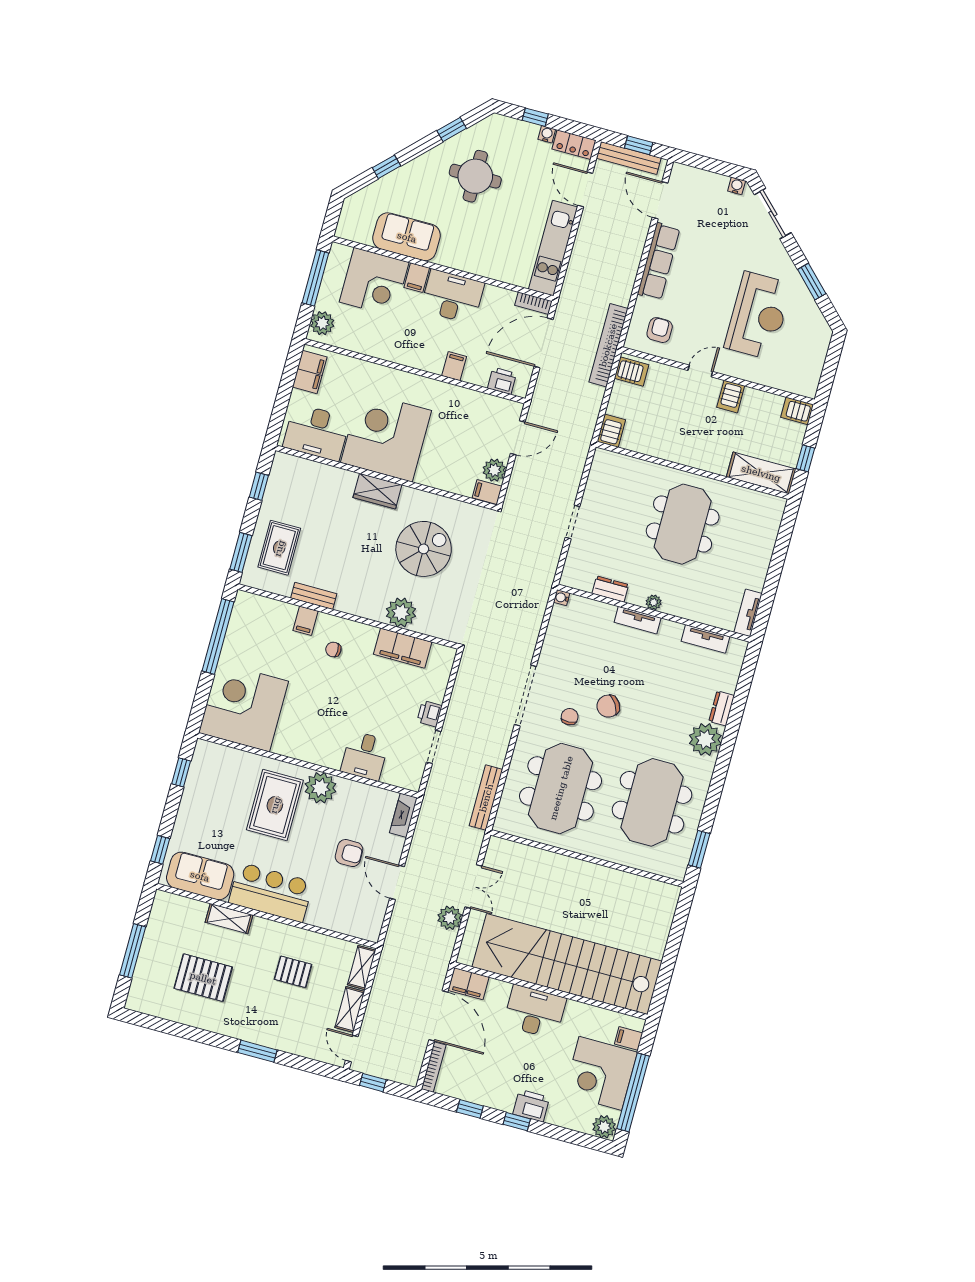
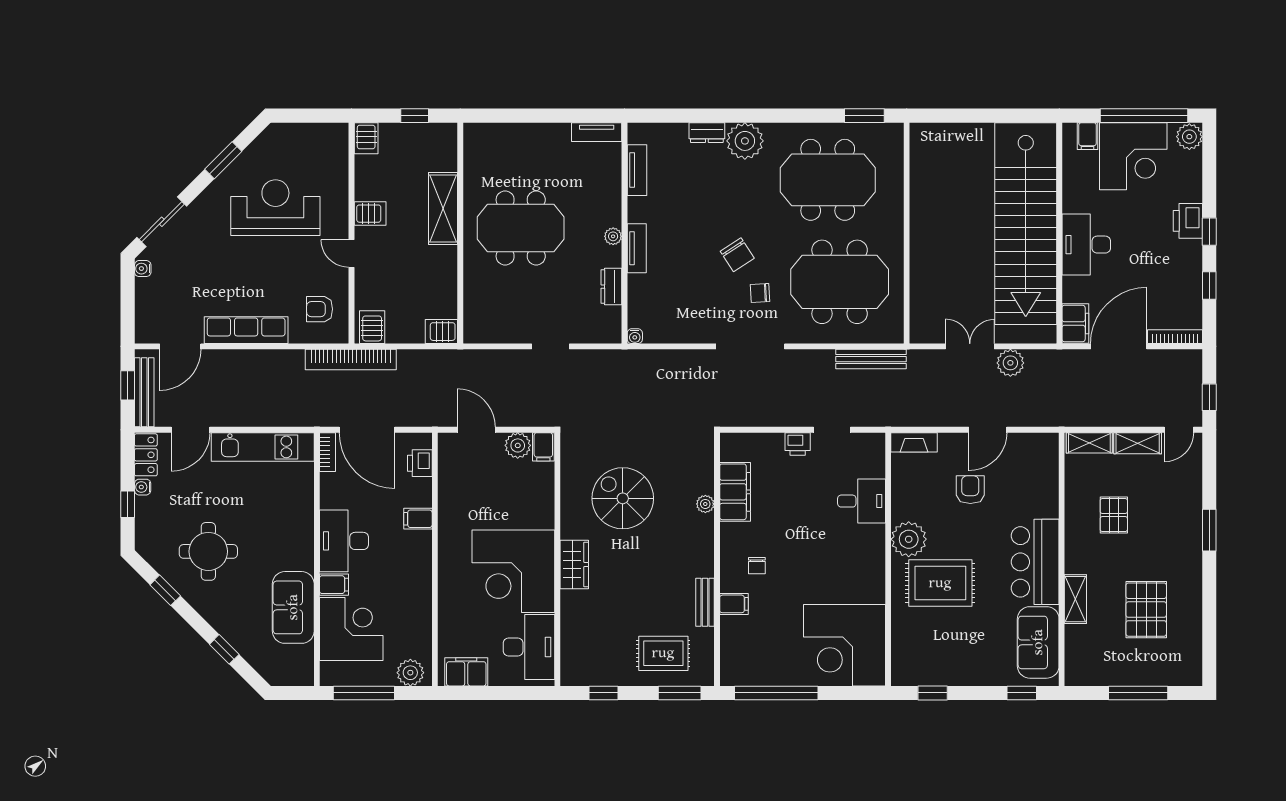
shelving: (761, 473) -> (443, 208), moved
plant: (401, 613) -> (705, 504), width x0.53, depth x0.53

